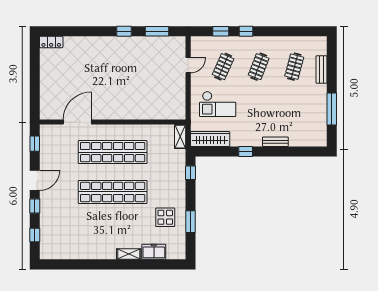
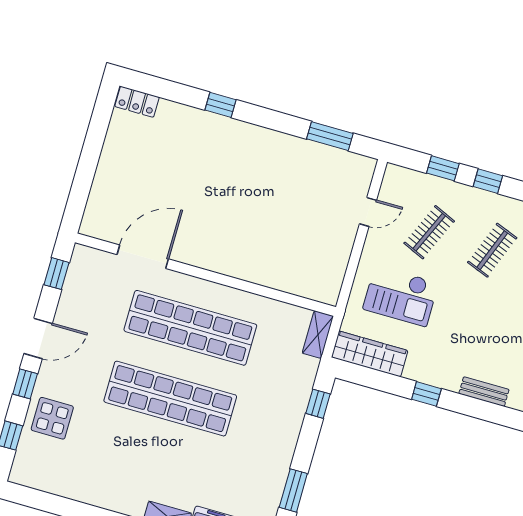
window: (124, 31) -> (220, 105), moved
display table: (165, 217) -> (52, 418), moved

